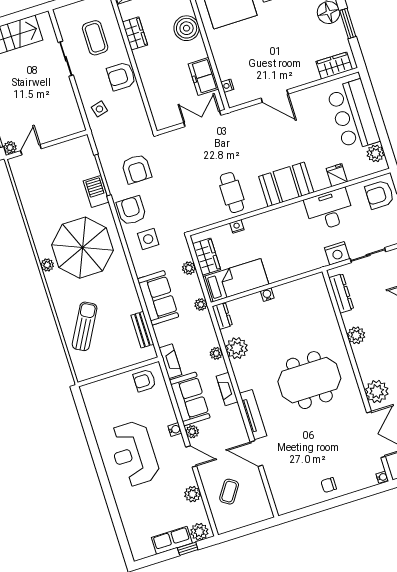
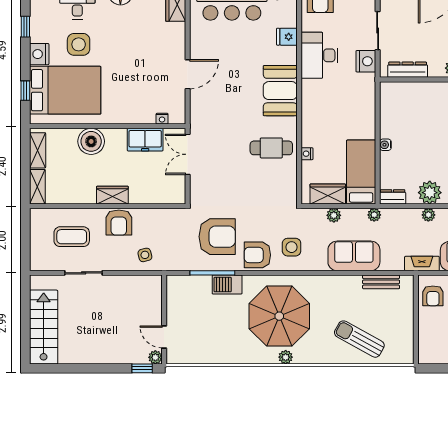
wardrobe: (135, 33) -> (112, 195), moved
armchair: (136, 169) -> (217, 237), width x1.36, depth x1.36

